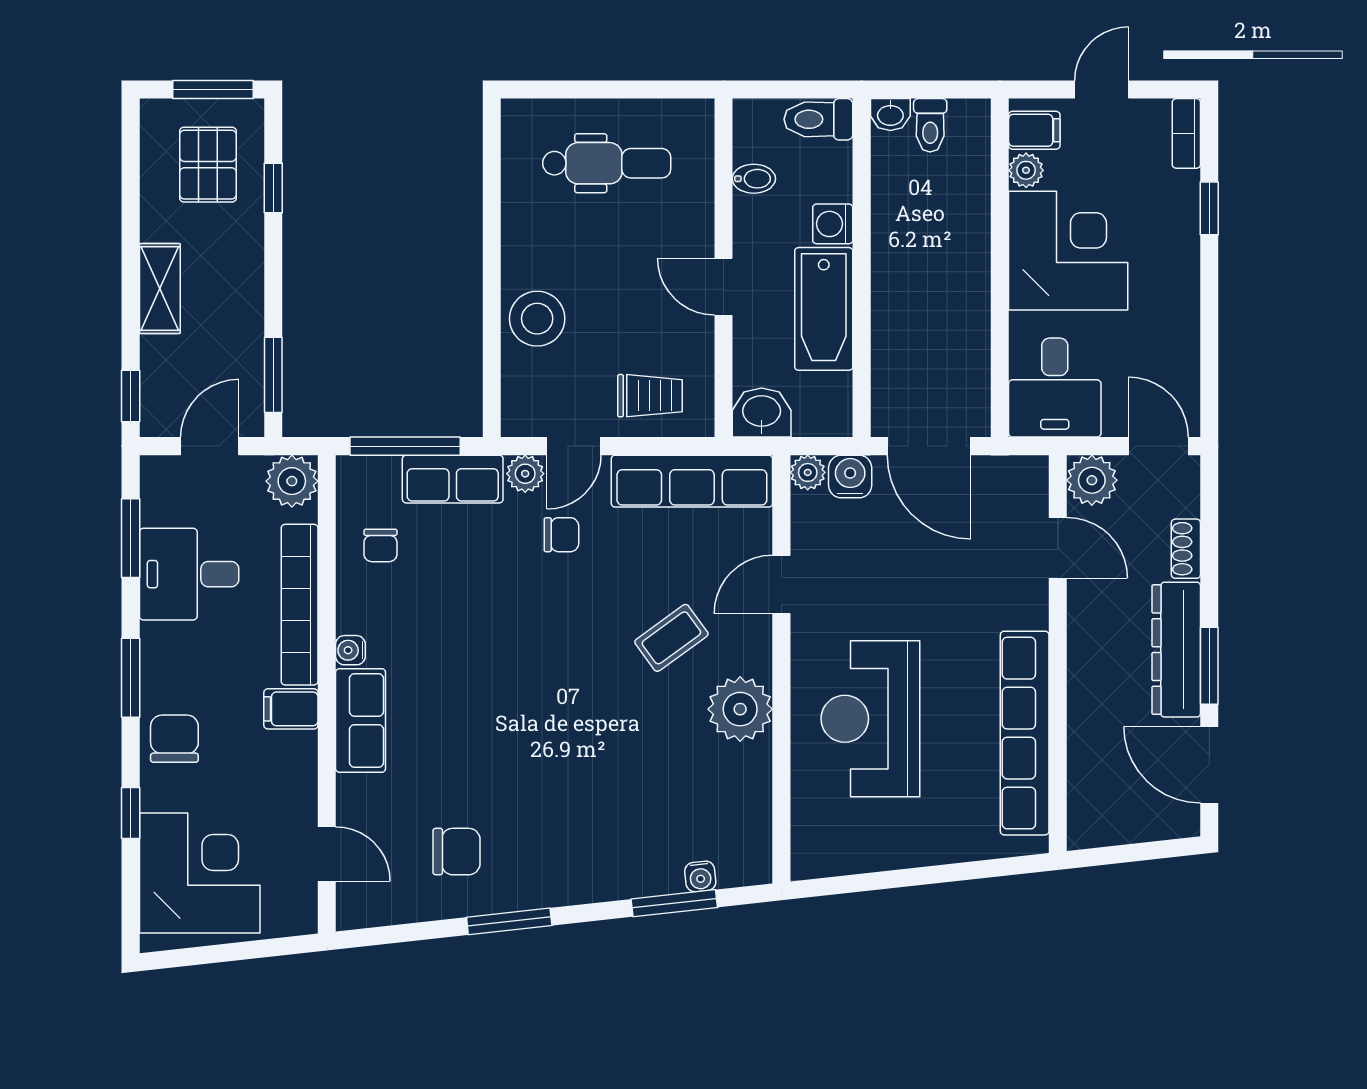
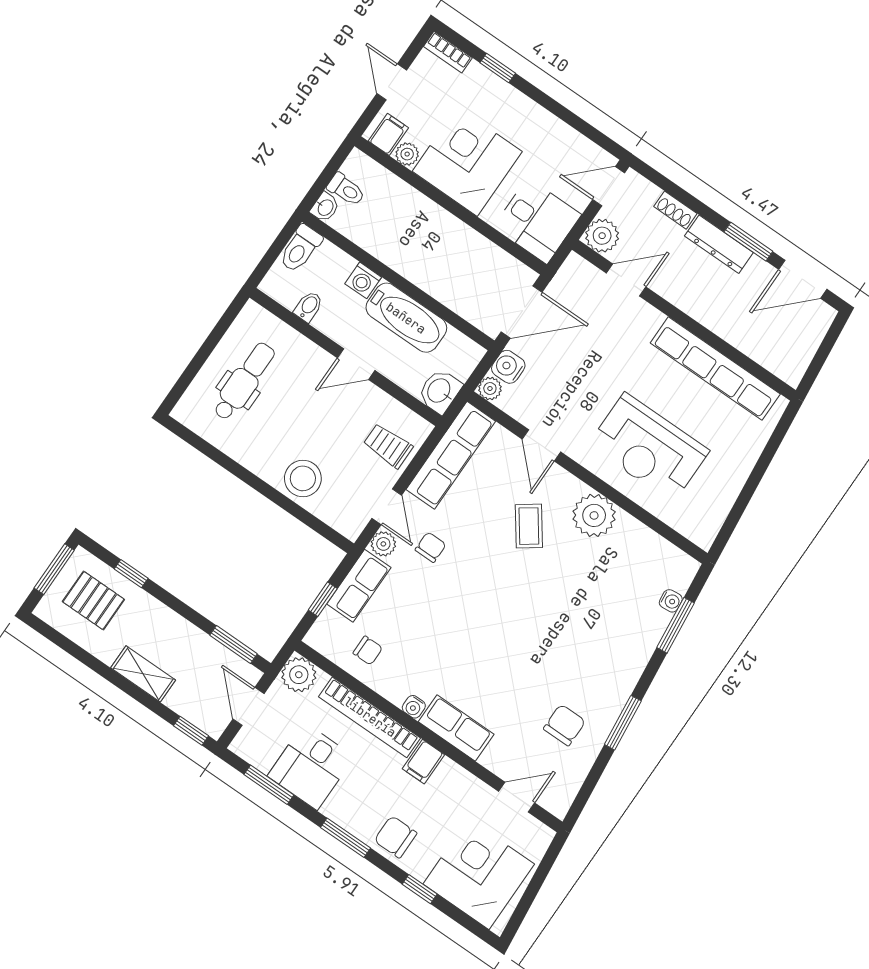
trolley: (650, 396) -> (388, 446), turned -90
window: (405, 446) -> (323, 599), width x0.46
dresser: (1176, 650) -> (719, 244), width x0.73, depth x0.80

